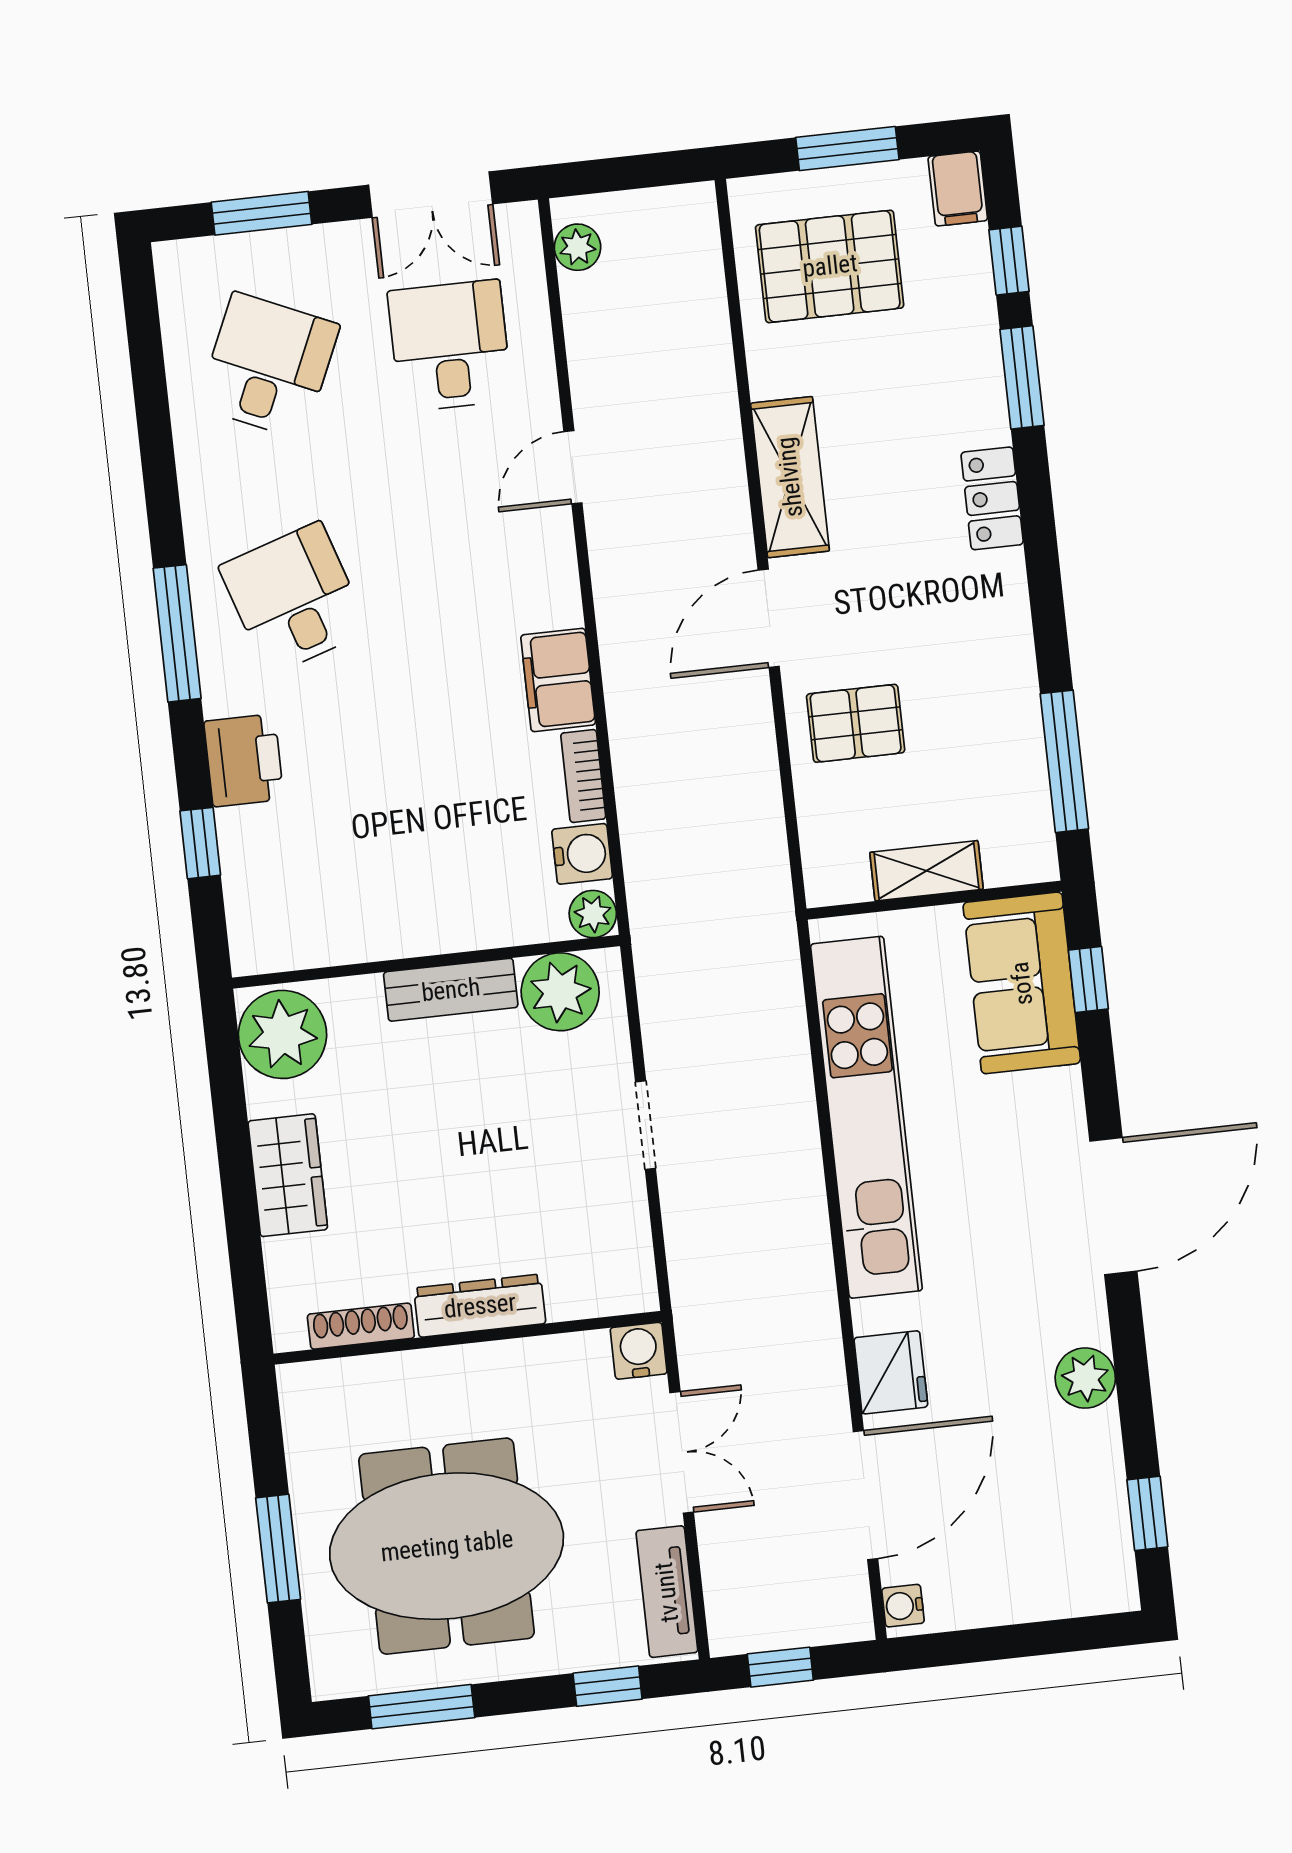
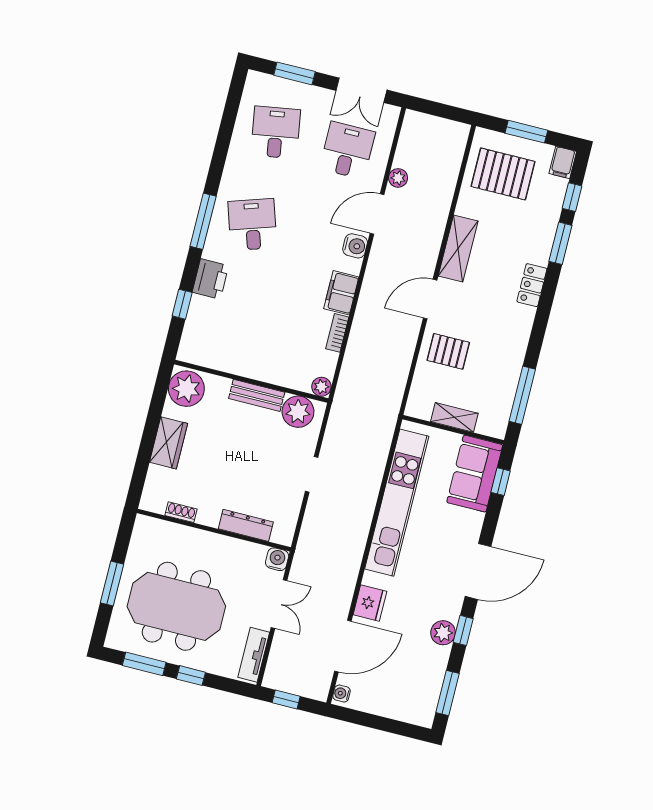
plant: (578, 247) -> (398, 178), moved
desk: (268, 366) -> (276, 132), turned -33
door: (573, 467) -> (377, 214), width x1.38
water cooler: (582, 854) -> (355, 246), moved
dresser: (480, 1306) -> (246, 525), moved
shoe rack: (361, 1326) -> (181, 512), width x0.70
window: (1130, 1355) -> (463, 630), added
window: (1147, 1513) -> (447, 693), width x1.50
window: (608, 1686) -> (191, 676), moved

